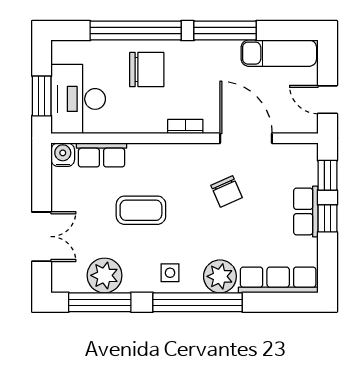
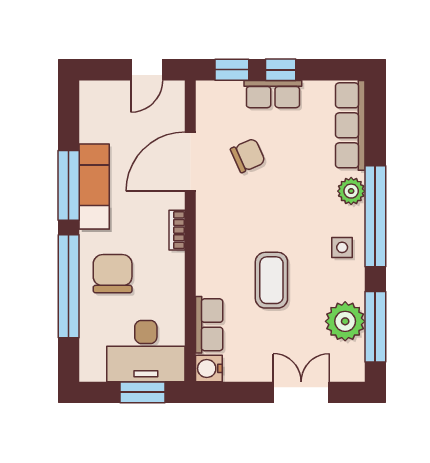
exam couch: (279, 53) -> (94, 187), moved
chair: (227, 191) -> (248, 155), moved
plant: (220, 276) -> (351, 191), width x0.73, depth x0.73

